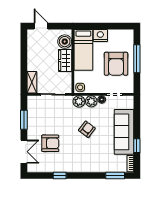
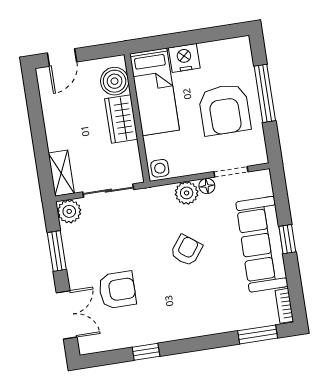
door: (41, 26) -> (62, 57), swing flipped
plant: (79, 101) -> (69, 211), moved
window: (137, 146) -> (287, 239), moved

